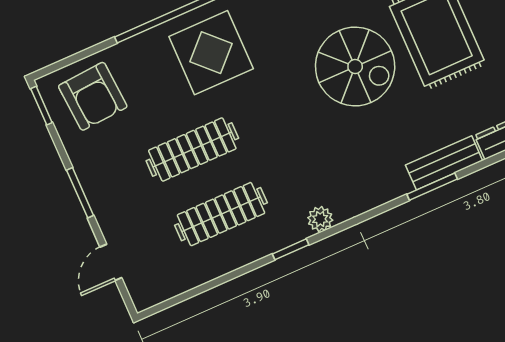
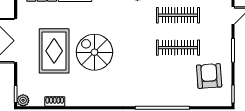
display table: (211, 53) -> (152, 85), removed
armchair: (93, 96) -> (209, 76), moved

